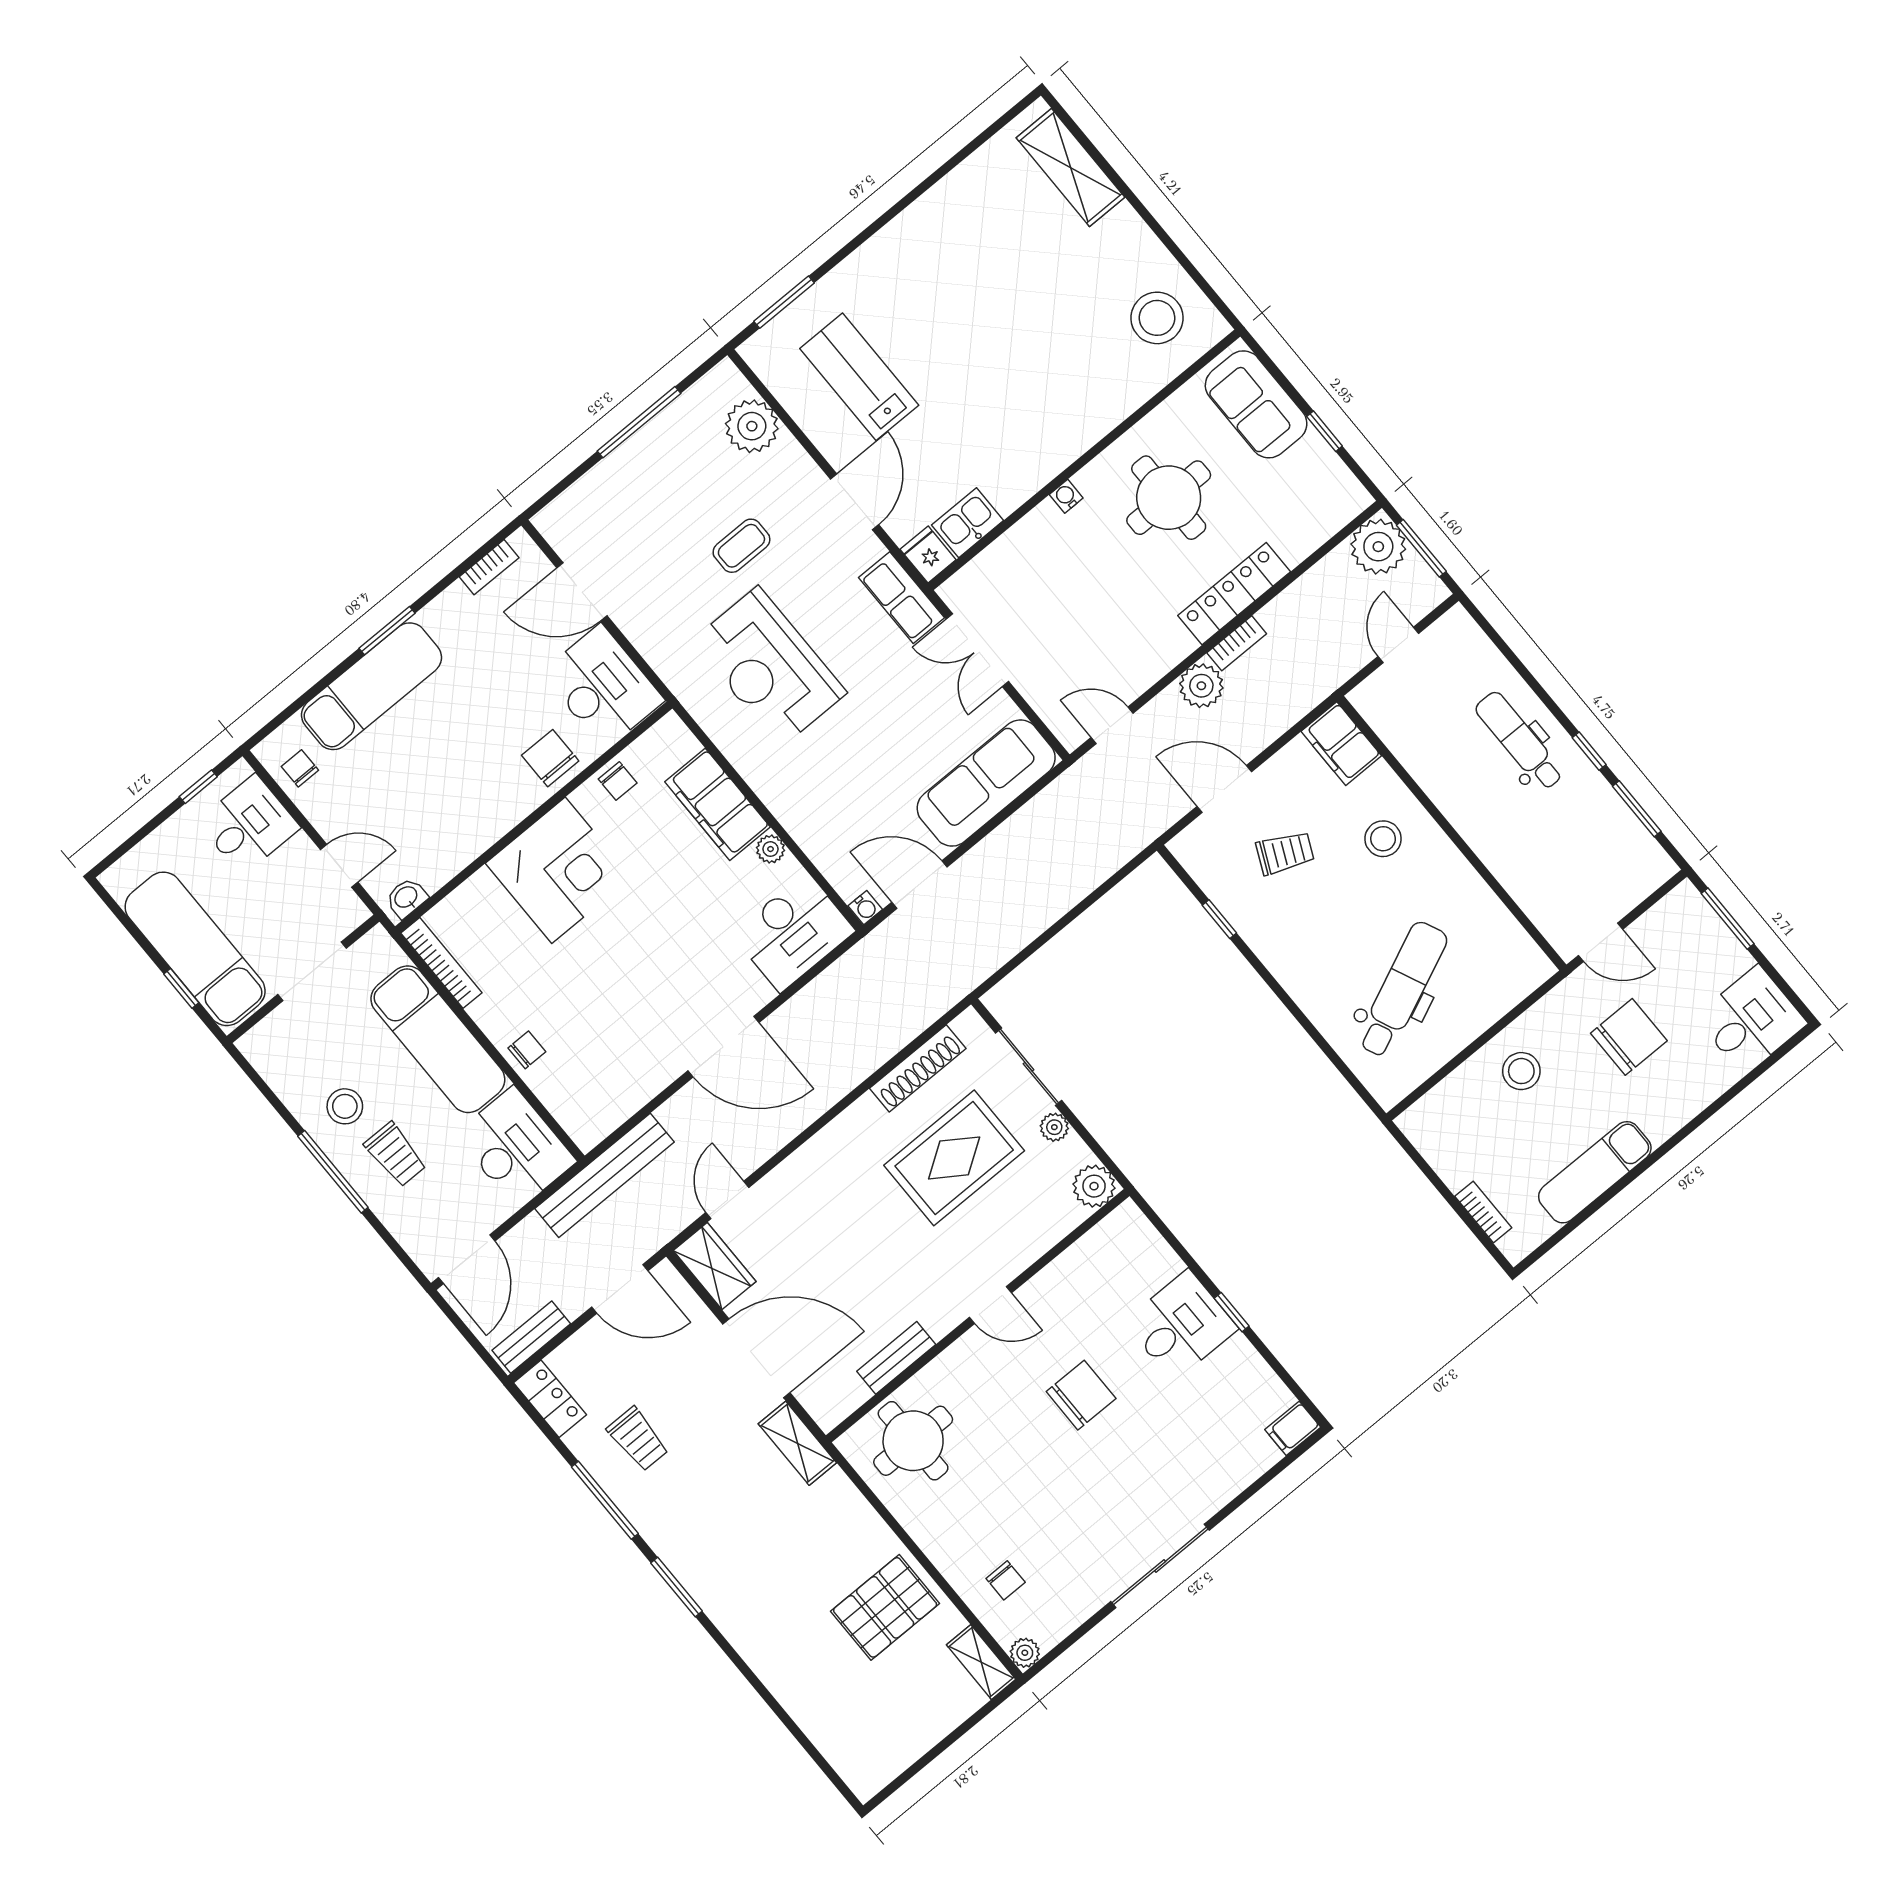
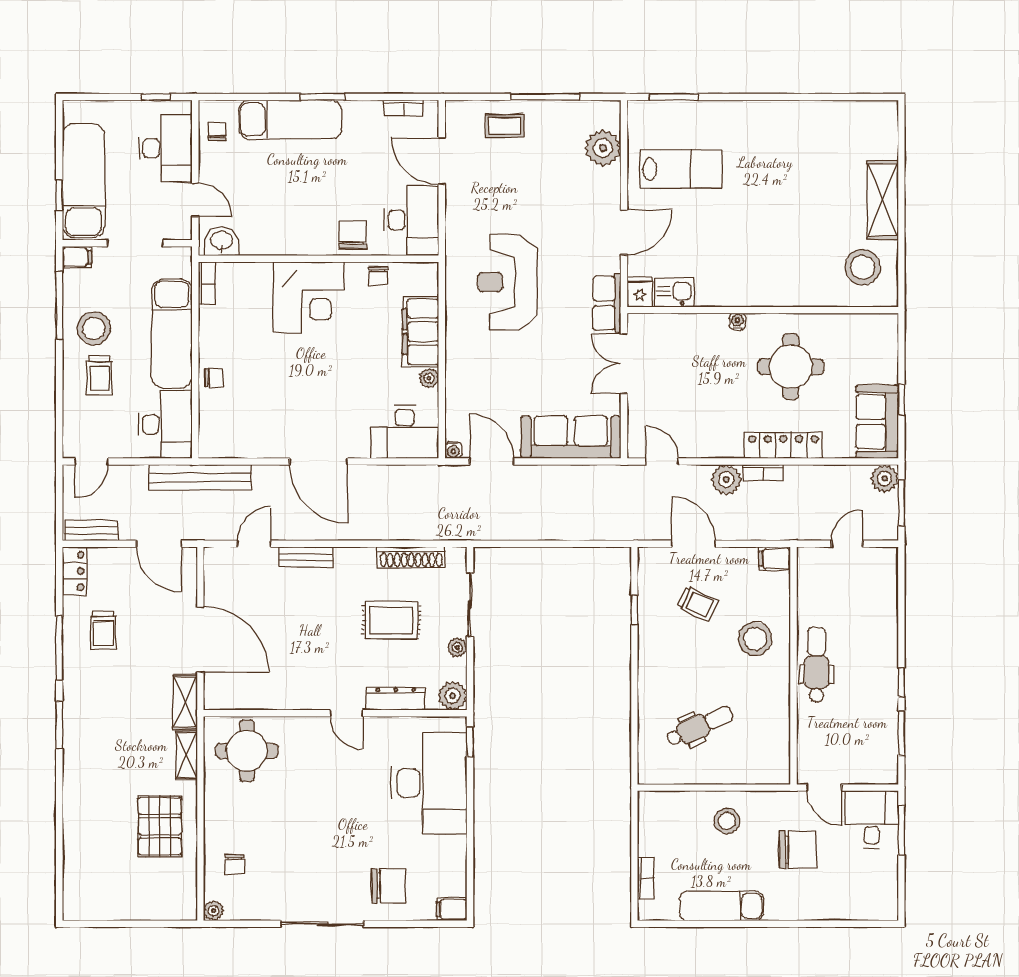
shelving: (1071, 167) -> (883, 200), moved
lab bench: (859, 377) -> (681, 169), turned 90
sofa: (1256, 404) -> (877, 422), moved
coffee table: (741, 546) -> (505, 126), moved
plant: (1378, 547) -> (885, 478), width x0.73, depth x0.73
dental chair: (1519, 741) -> (817, 665), moved
filing cabinet: (1341, 744) -> (774, 559), width x0.50
desk: (249, 825) -> (166, 148), width x1.37
stool: (1383, 839) -> (755, 639), width x1.38, depth x1.38
washbasin: (406, 898) -> (222, 241), width x1.38, depth x1.45
bookcase: (441, 963) -> (207, 283), width x0.64
dental chair: (1402, 989) -> (700, 726), width x0.73, depth x0.72
desk: (1751, 1020) -> (872, 820), moved, turned -90
filing cabinet: (259, 1042) -> (77, 257), added
stool: (345, 1106) -> (94, 328), width x1.38, depth x1.38
rug: (954, 1158) -> (391, 620), width x0.73, depth x0.70
window: (333, 1172) -> (59, 306), moved
dresser: (1033, 1243) -> (396, 699), added
door: (467, 1259) -> (91, 462), width x0.73
wardrobe: (715, 1266) -> (219, 573), removed
window: (1232, 1312) -> (470, 742), moved
desk: (1181, 1325) -> (429, 783), width x1.87, depth x1.30
bench: (896, 1358) -> (306, 557), moved
chair: (1081, 1395) -> (389, 886), moved
pallet: (885, 1607) -> (160, 826), turned 90
shelving: (981, 1662) -> (186, 755), moved

